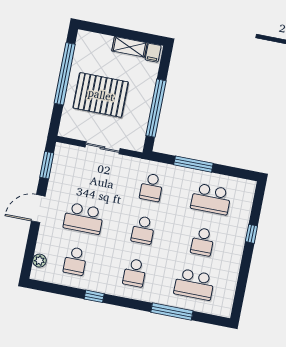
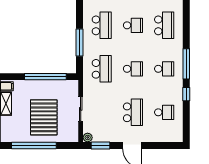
school desk: (151, 187) -> (102, 69), width x1.85
plant: (39, 261) -> (88, 137), moved
window: (172, 312) -> (186, 64), moved

